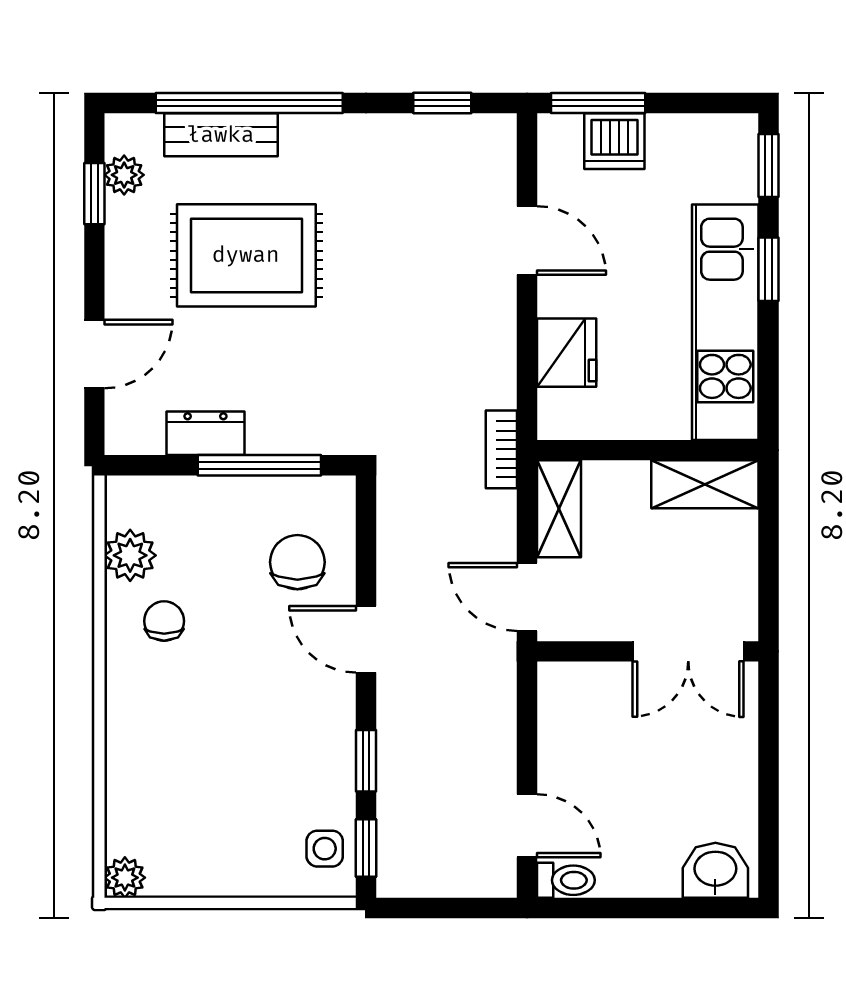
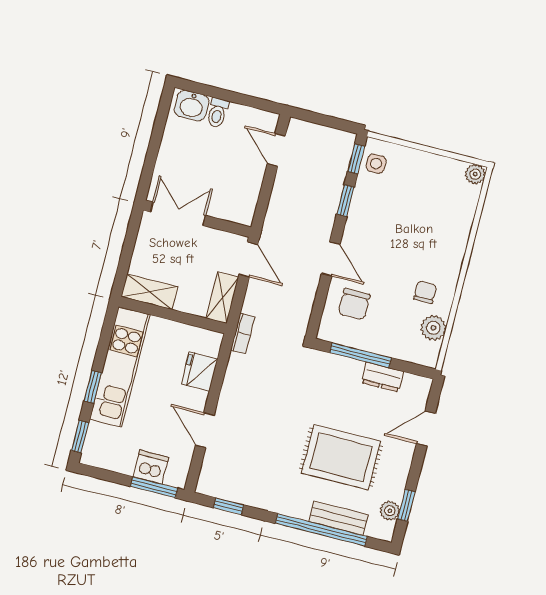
chair: (164, 621) -> (425, 292), turned 180
toilet: (566, 880) -> (217, 113), moved, turned -90

